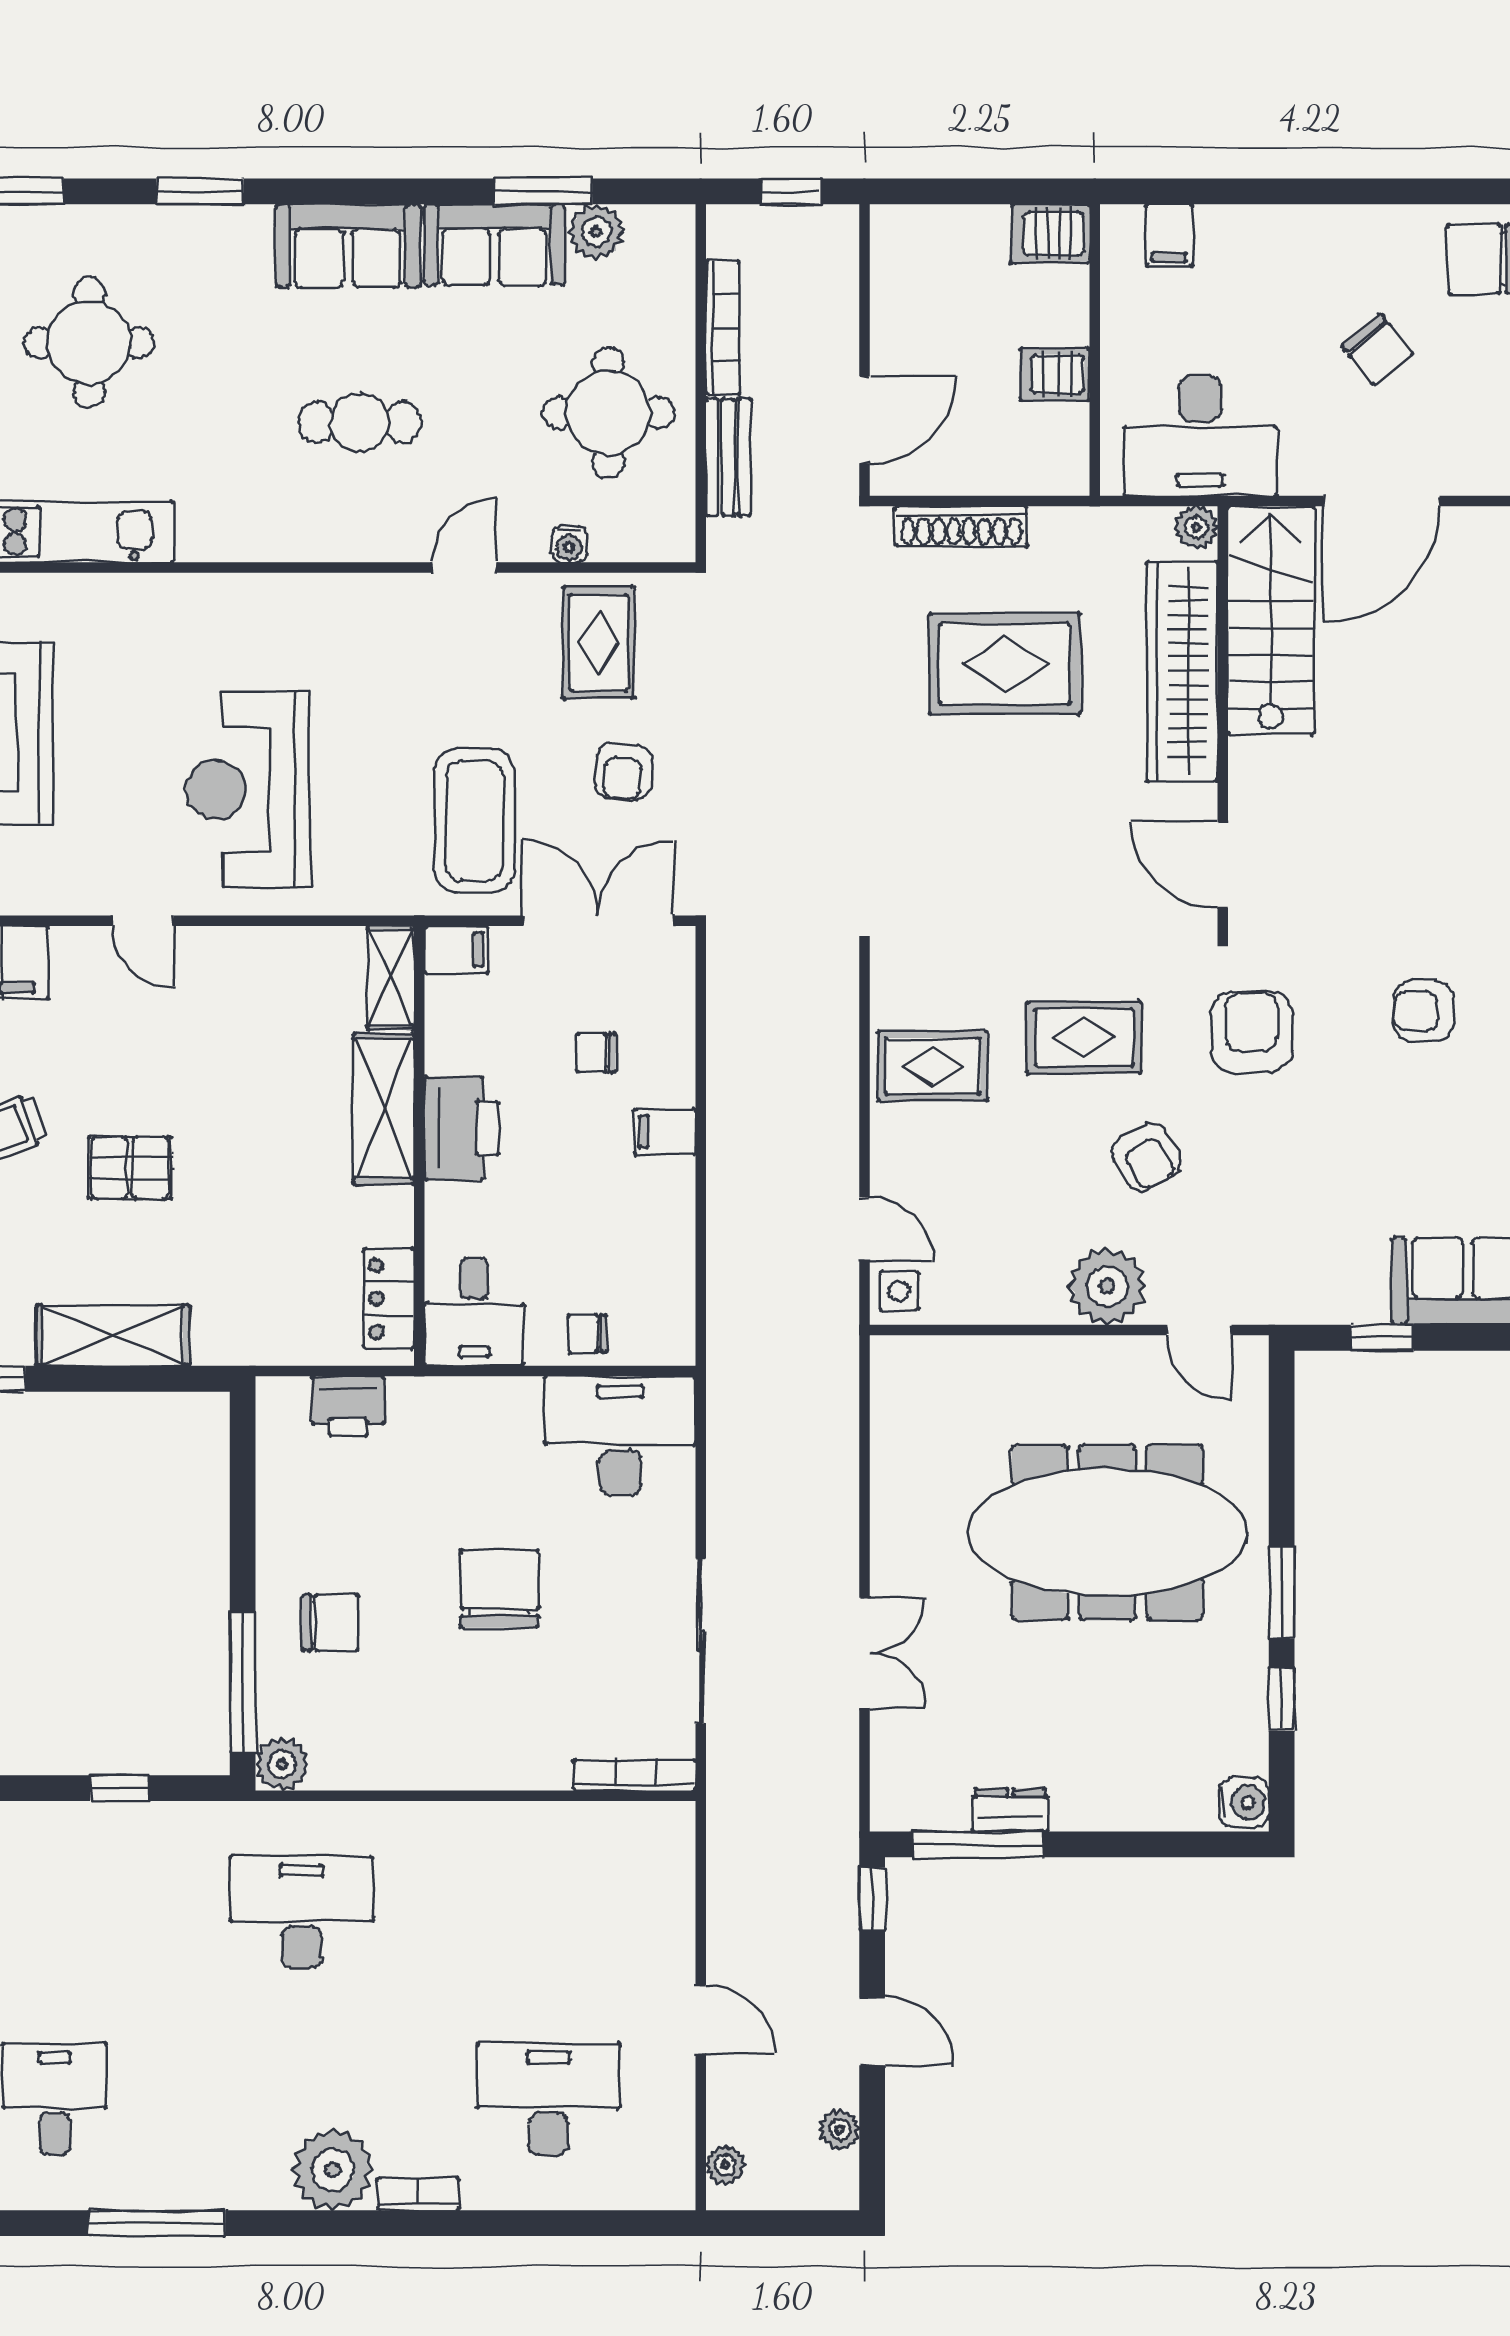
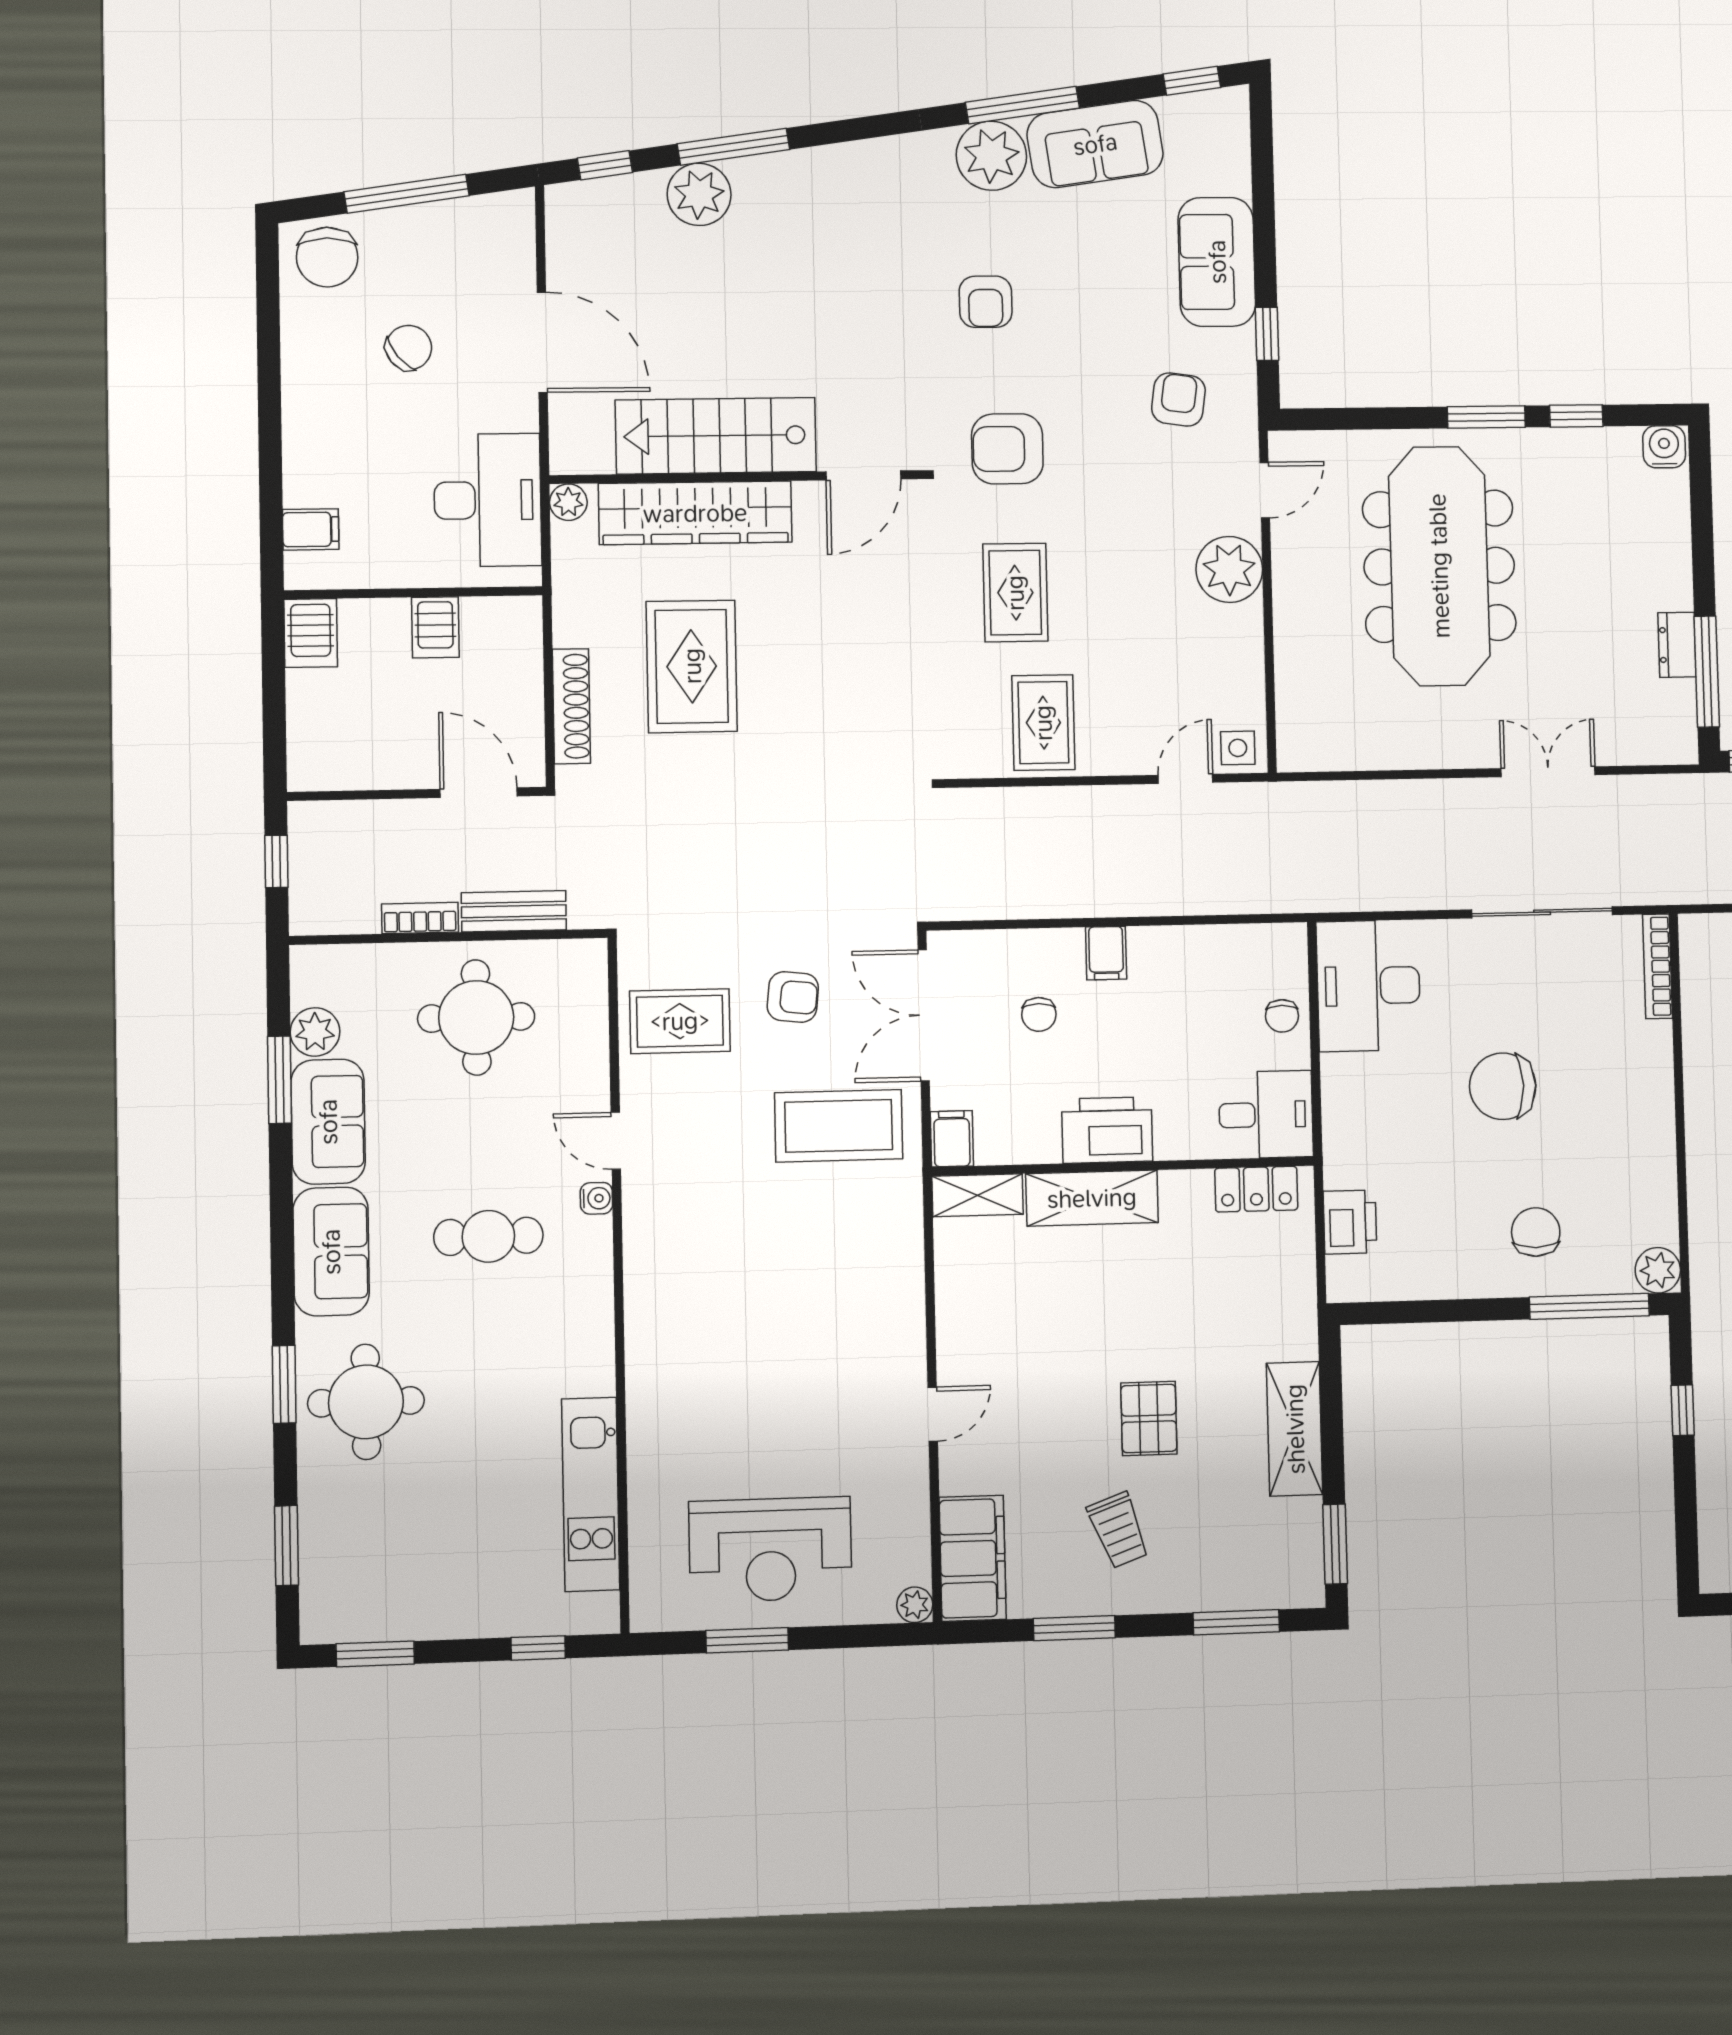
bookcase: (723, 327) -> (420, 918), width x0.64
round table: (89, 342) -> (366, 1402), moved
cafe table: (360, 422) -> (488, 1236), turned 90
water cooler: (569, 544) -> (596, 1198), moved
stairs: (1271, 620) -> (716, 436), moved
reception desk: (248, 790) -> (816, 1325), removed
armchair: (1146, 1157) -> (1178, 400), moved, turned -52

